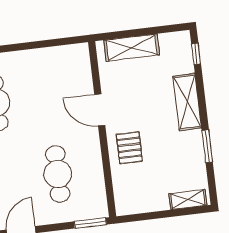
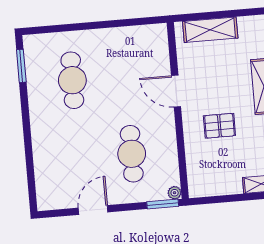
pallet: (129, 148) -> (219, 126), moved, turned 90
plant: (102, 211) -> (175, 193), added

